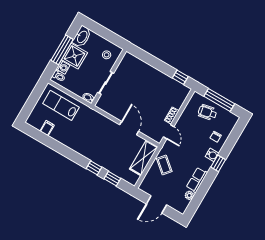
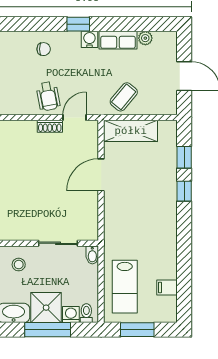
window: (34, 99) -> (137, 330), added
wheelchair: (207, 112) -> (48, 96), moved
water cooler: (212, 155) -> (89, 39), moved

